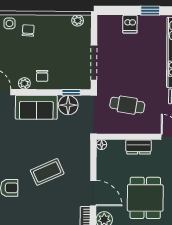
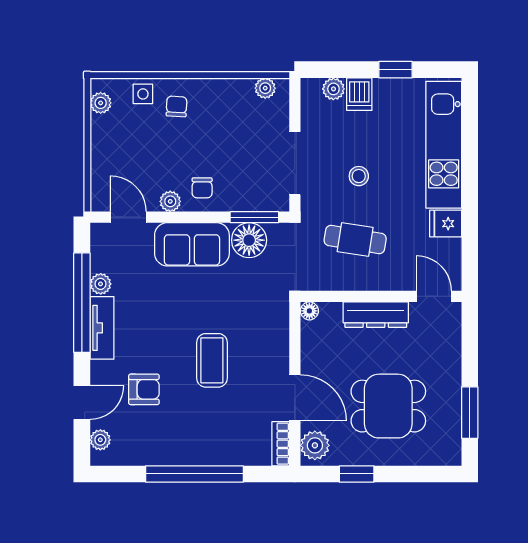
plant: (116, 21) -> (333, 89), added
stool: (129, 70) -> (359, 176), added
window: (71, 92) -> (254, 217), width x1.50
dresser: (138, 147) -> (376, 315), width x1.44
coffee table: (47, 172) -> (212, 360), turned -66
dining table: (145, 198) -> (388, 406), turned 90

